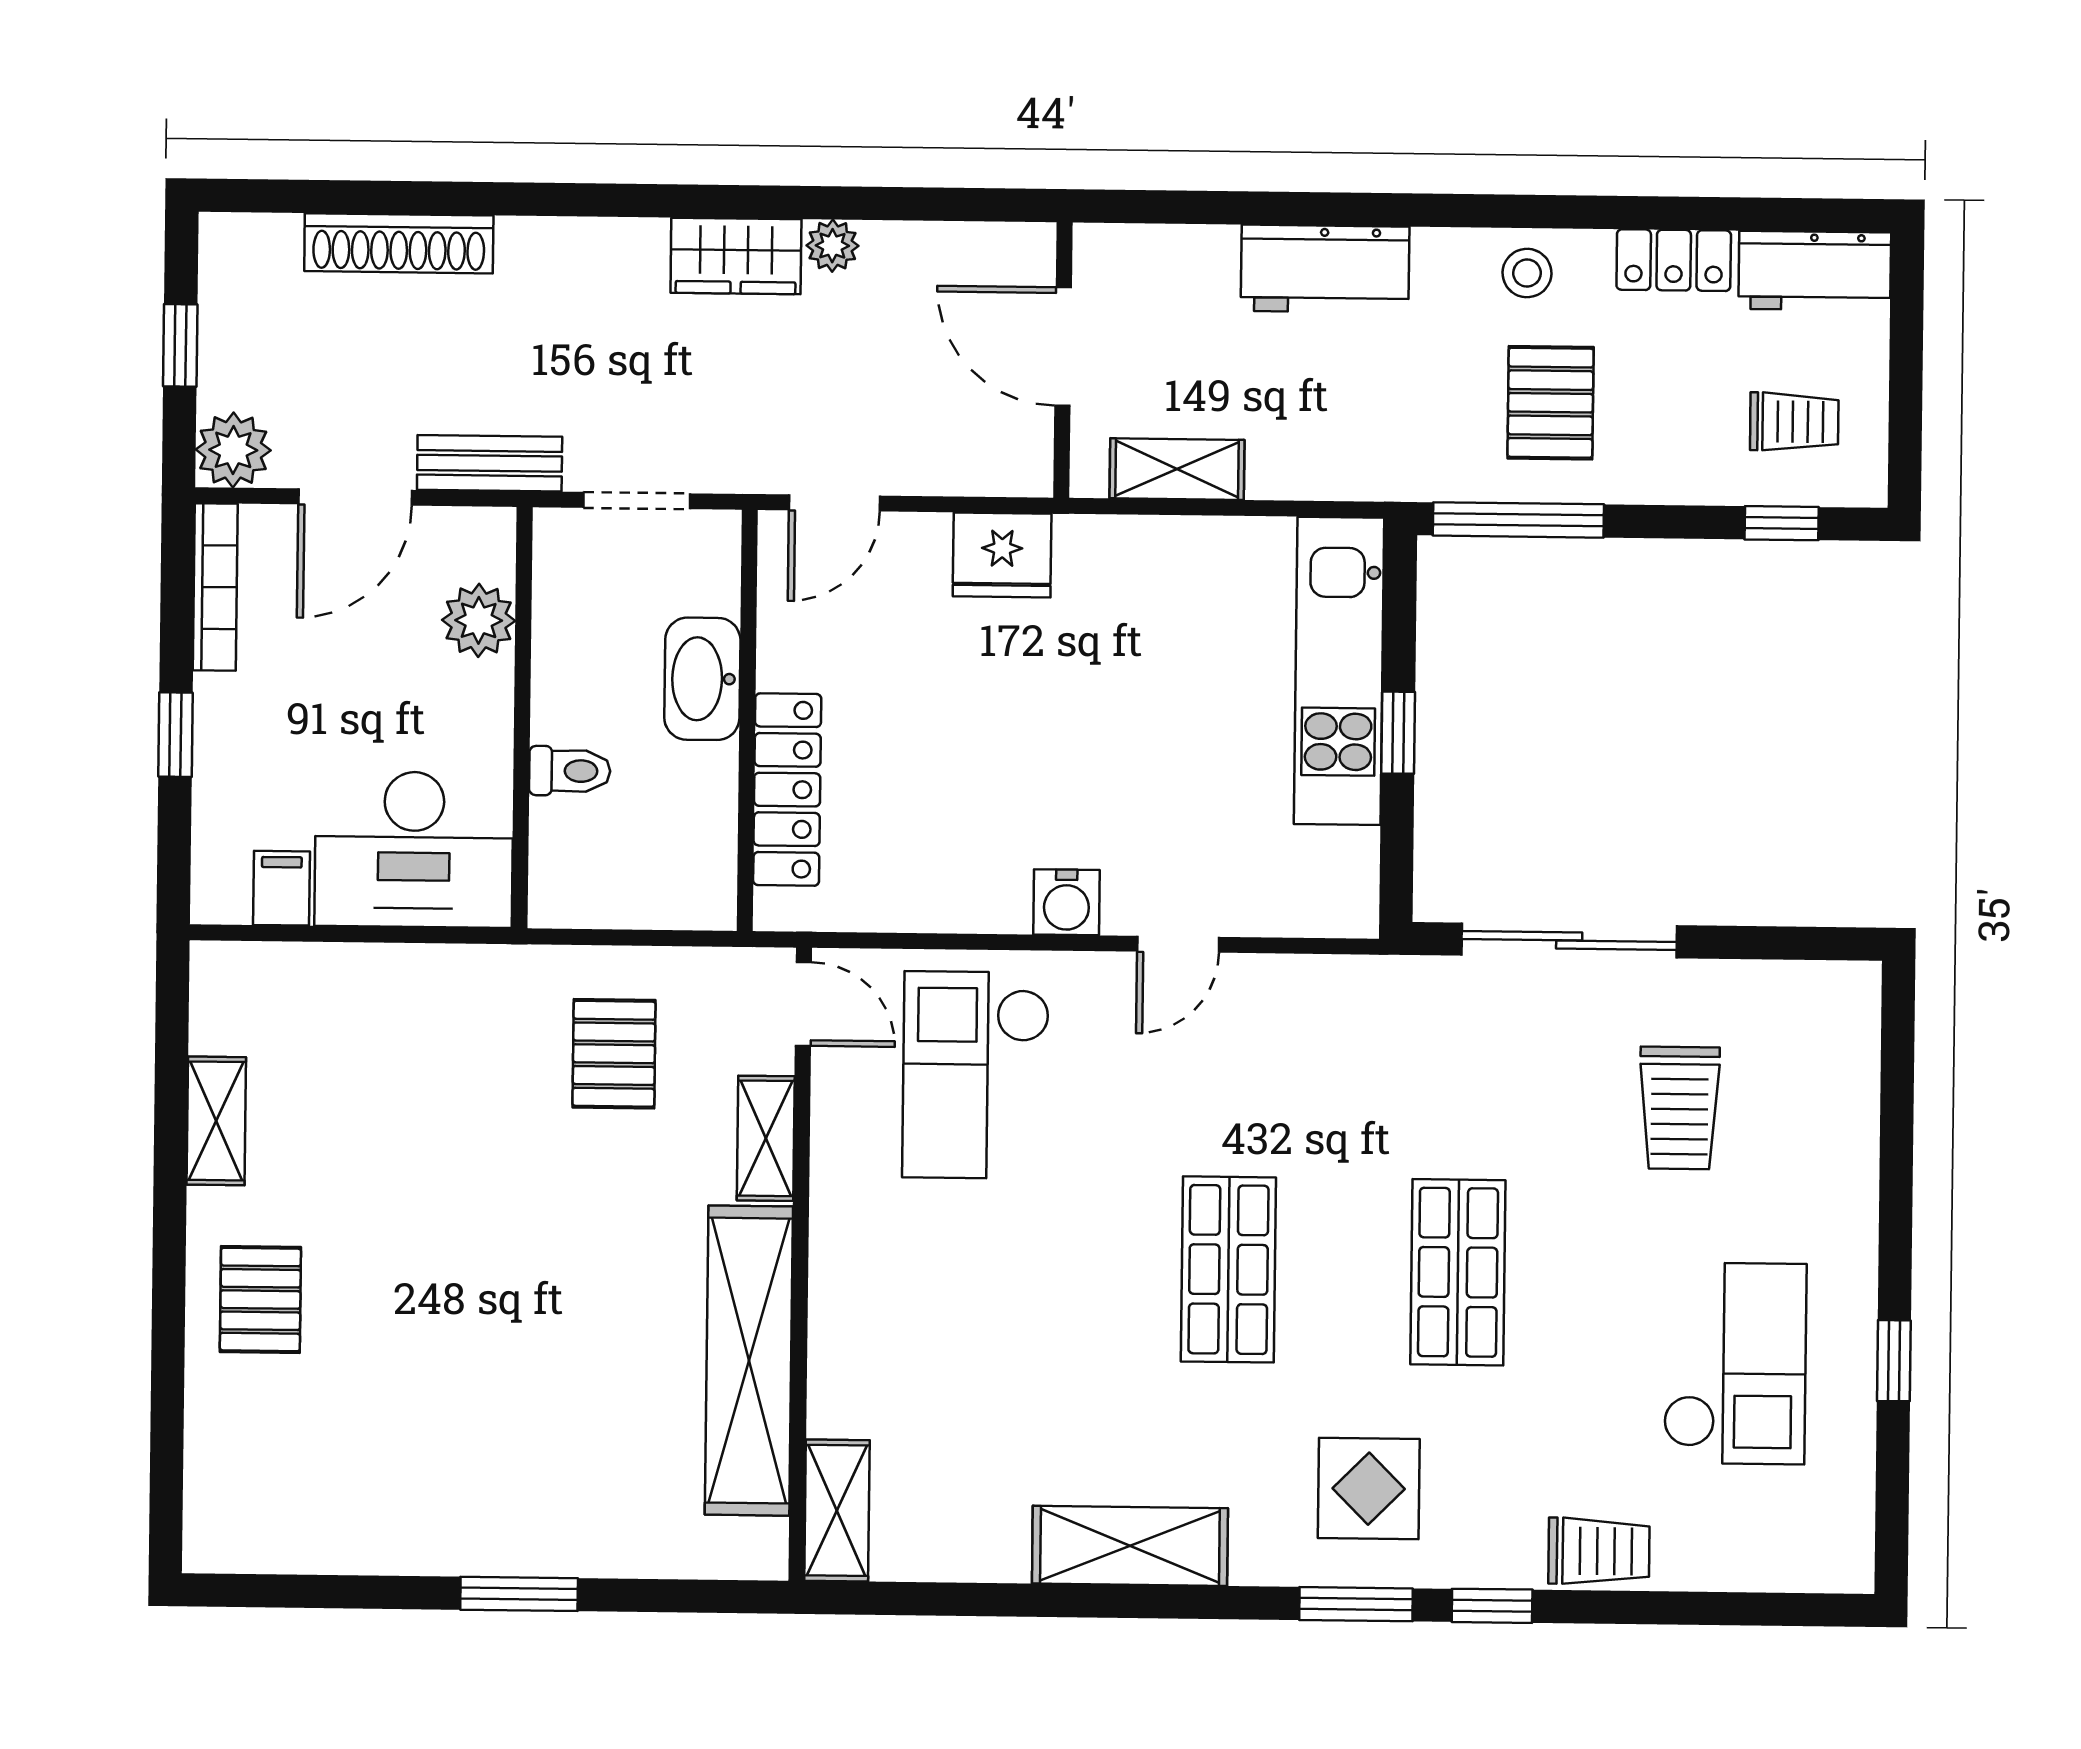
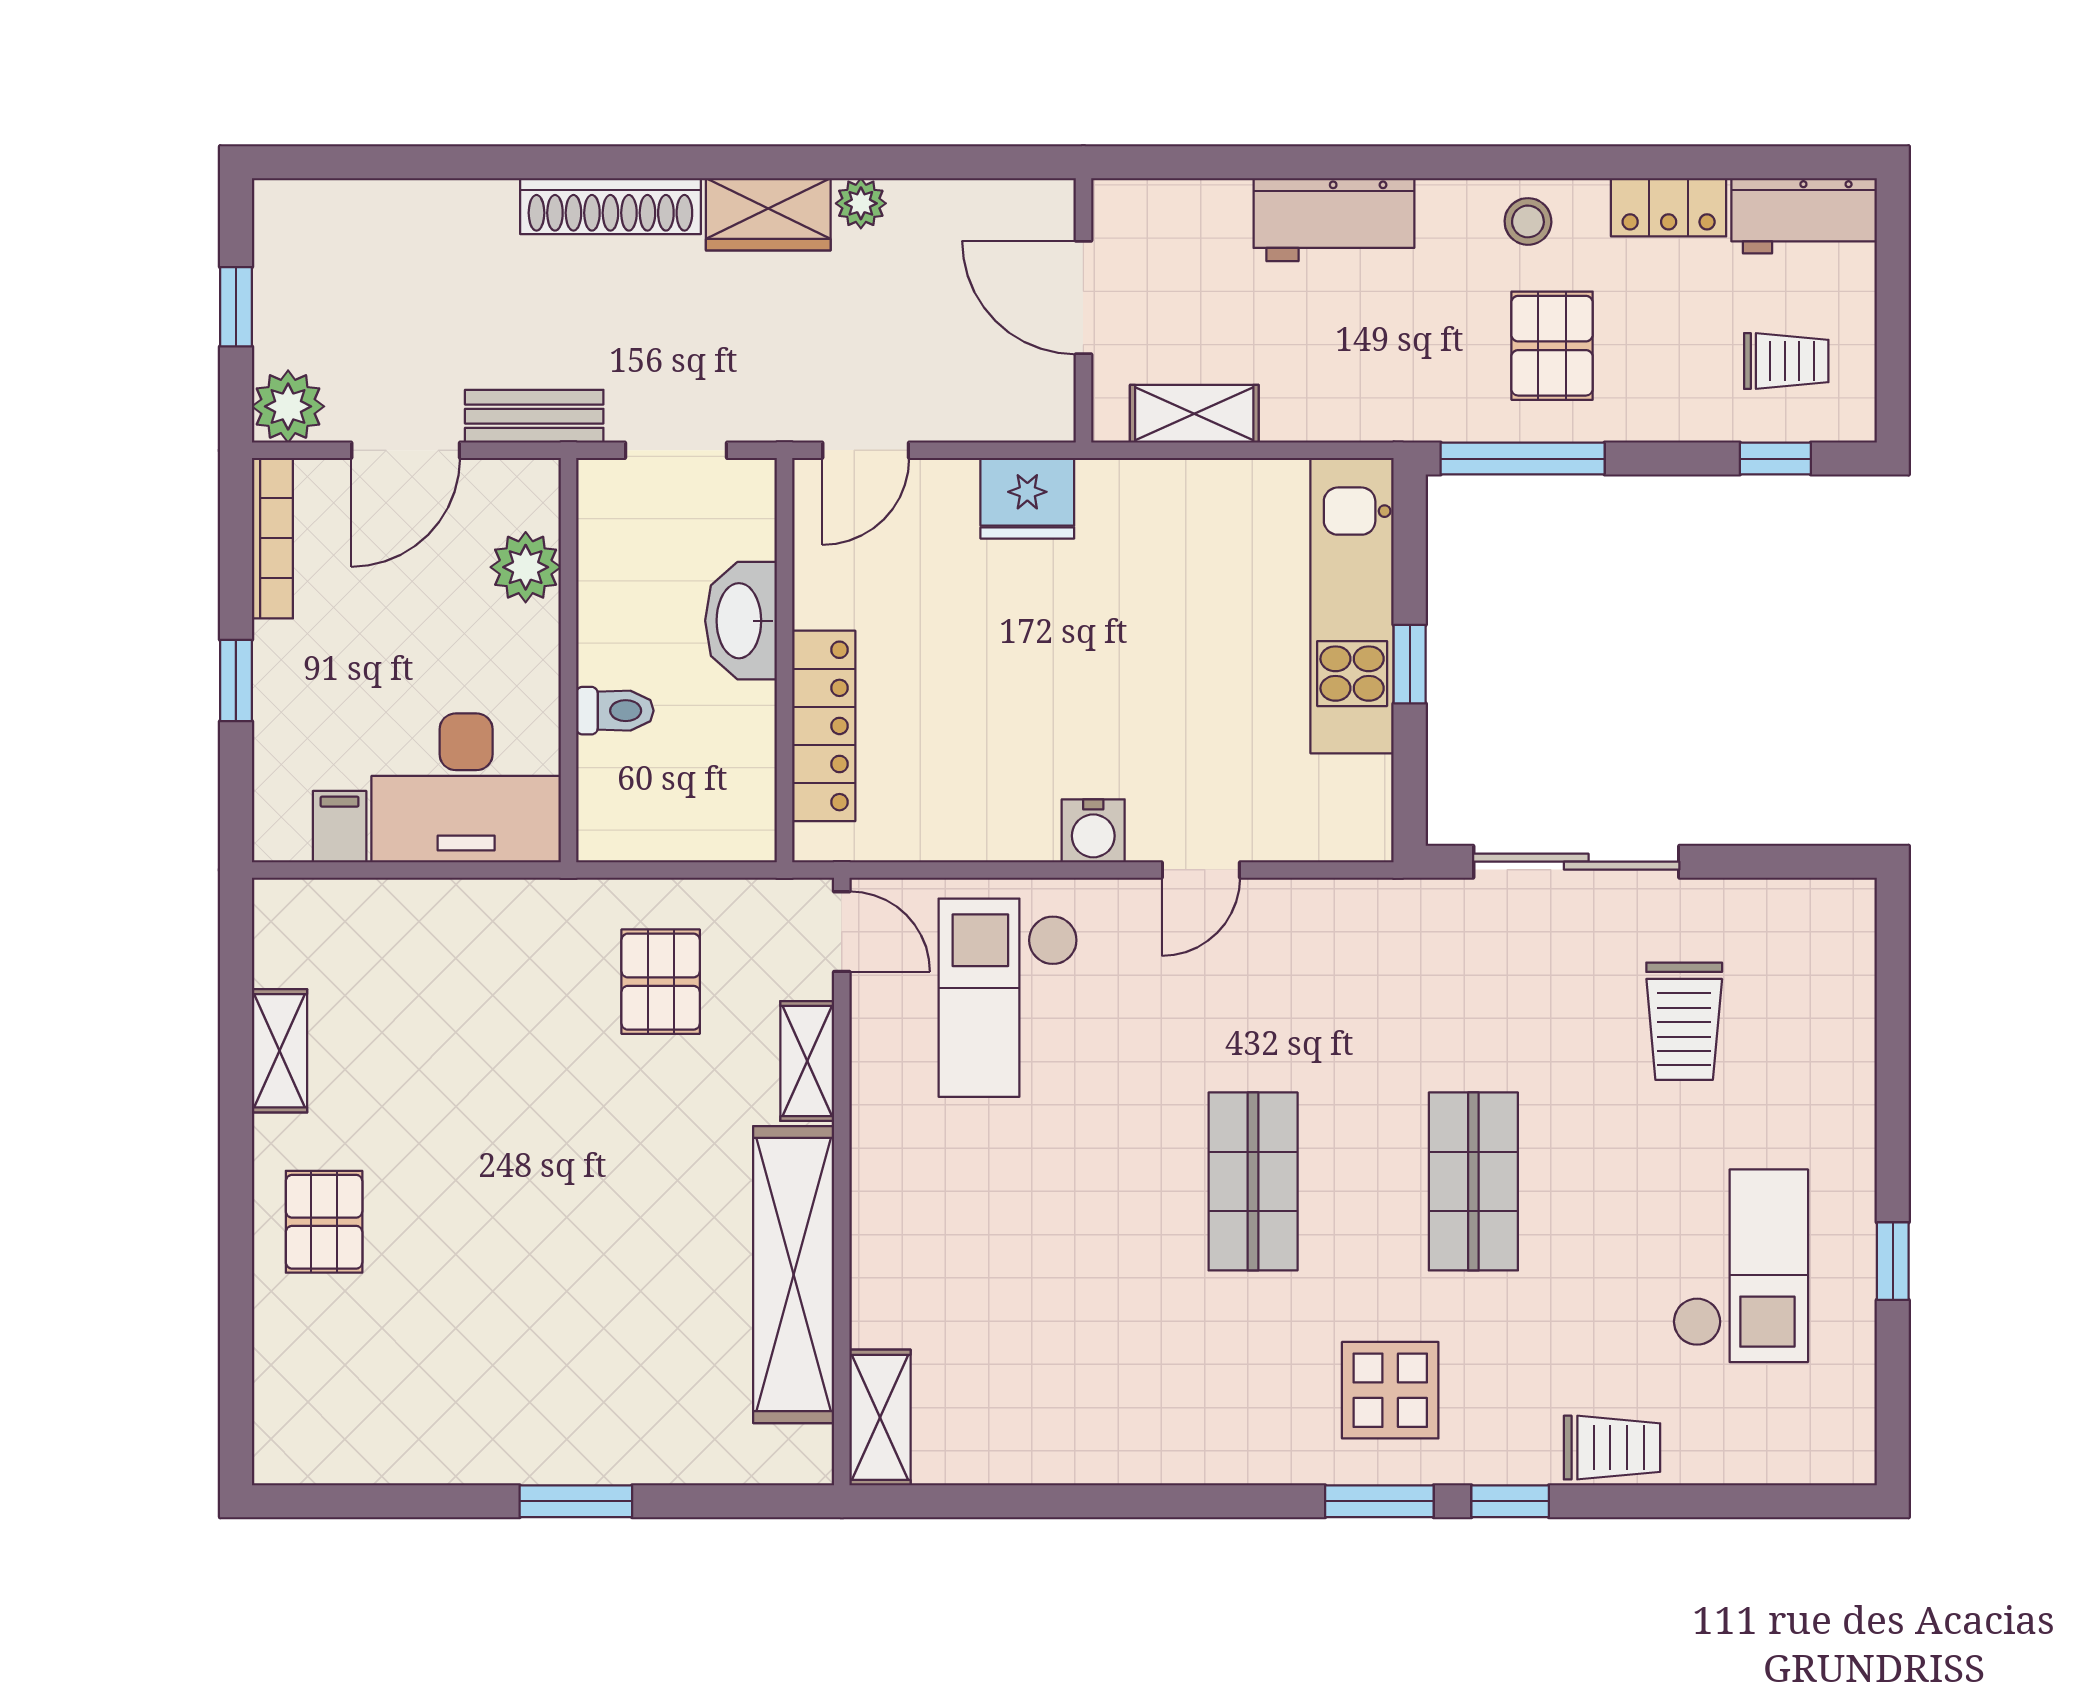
shoe rack: (399, 243) -> (610, 206), moved
shelving: (1130, 1546) -> (1162, 1448), removed

